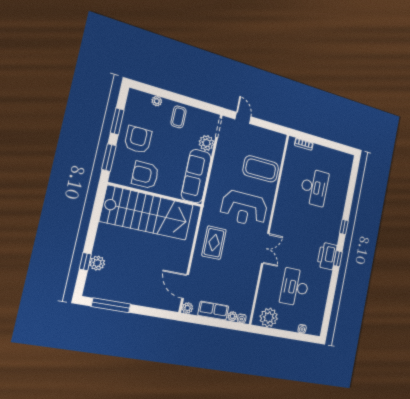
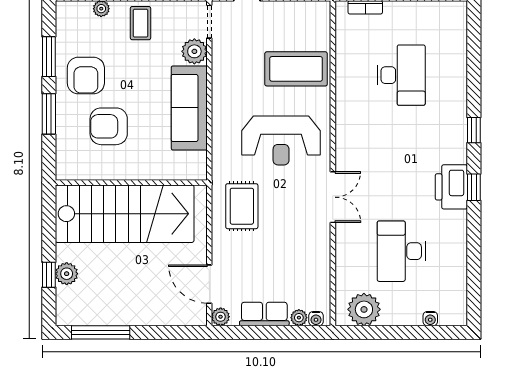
armchair: (138, 140) -> (86, 76), turned 180
wall: (156, 195) -> (131, 183), moved
stairs: (147, 213) -> (125, 214), moved

